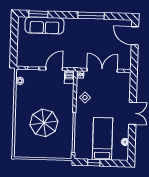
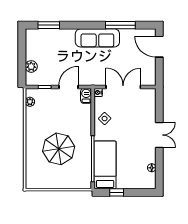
window: (91, 16) -> (120, 25), moved
sofa: (44, 25) -> (97, 38), moved
plant: (22, 50) -> (31, 66), added
bed: (103, 139) -> (105, 165), moved

